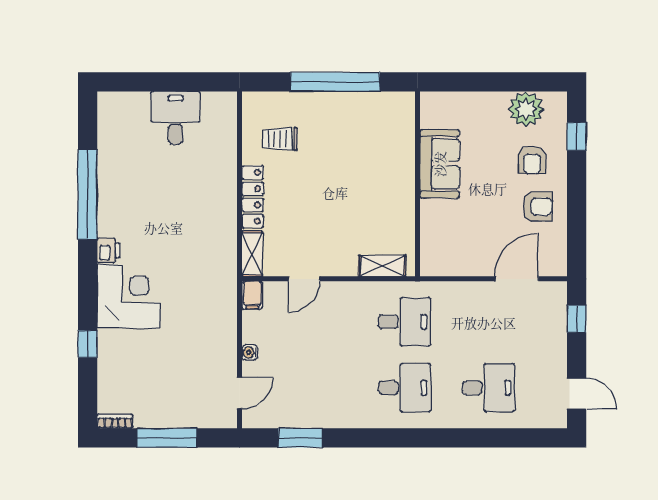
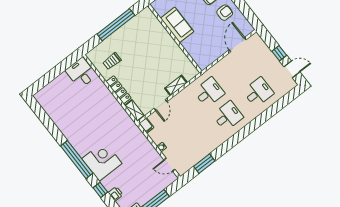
desk: (176, 118) -> (81, 73), moved
window: (88, 194) -> (77, 160), moved
printer: (108, 250) -> (116, 194), moved
shelving: (382, 266) -> (176, 85), moved
window: (577, 319) -> (279, 53), moved
door: (239, 393) -> (169, 165), swing flipped

